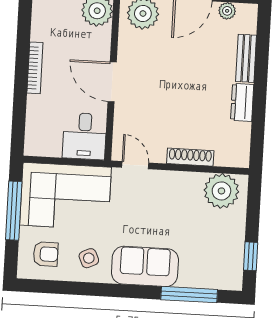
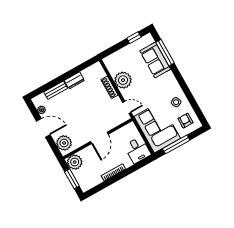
desk: (85, 136) -> (138, 150), moved, turned 90
door: (135, 165) -> (127, 107), swing flipped
plant: (221, 191) -> (123, 80), moved
sofa: (145, 266) -> (155, 60), moved

